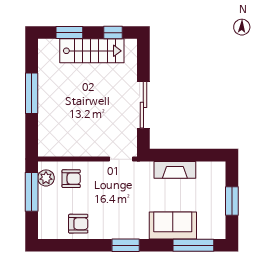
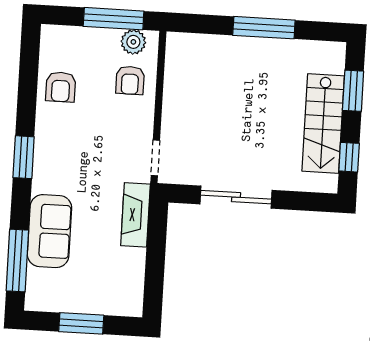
fireplace: (175, 170) -> (135, 215), moved

